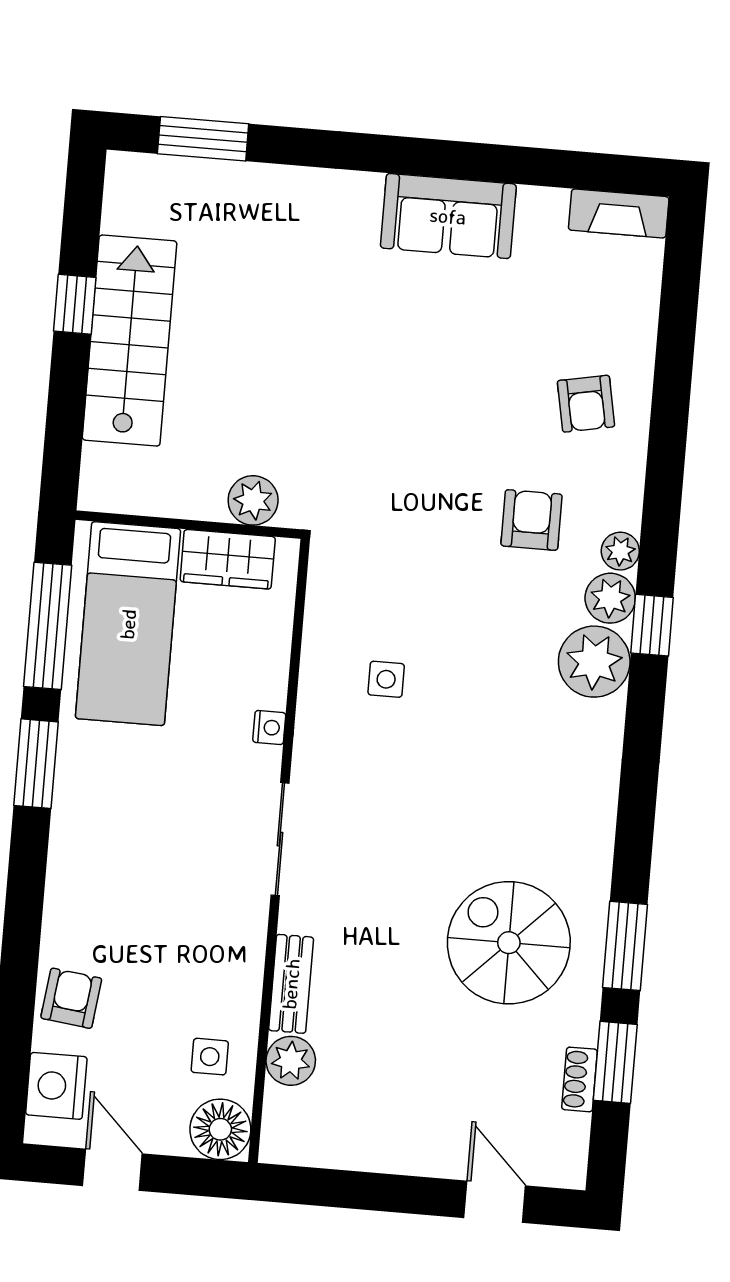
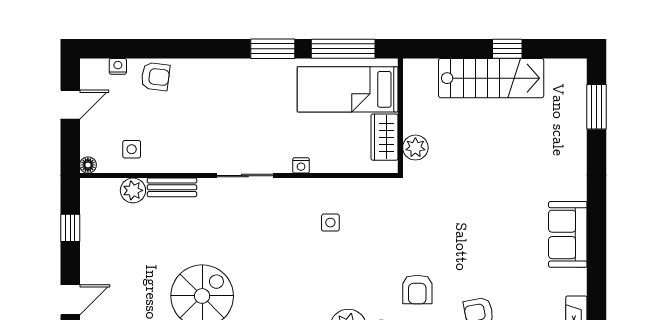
armchair: (532, 520) -> (417, 289), turned 90
nightstand: (56, 1086) -> (118, 66), width x0.53, depth x0.56
floor lamp: (220, 1129) -> (88, 165), width x0.53, depth x0.53
window: (354, 1190) -> (70, 228), added

